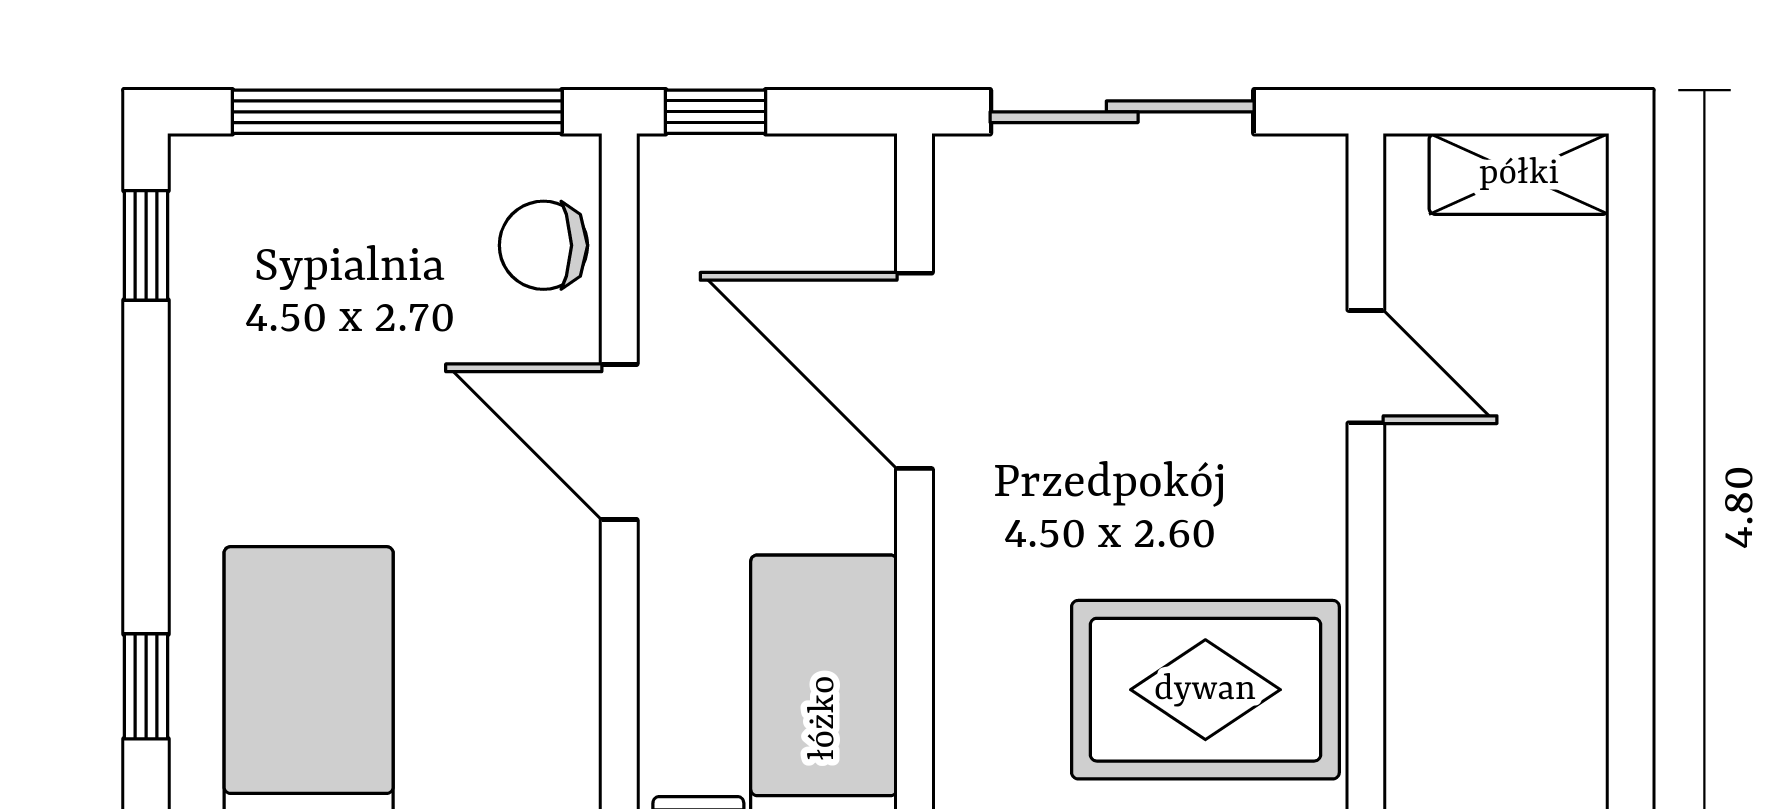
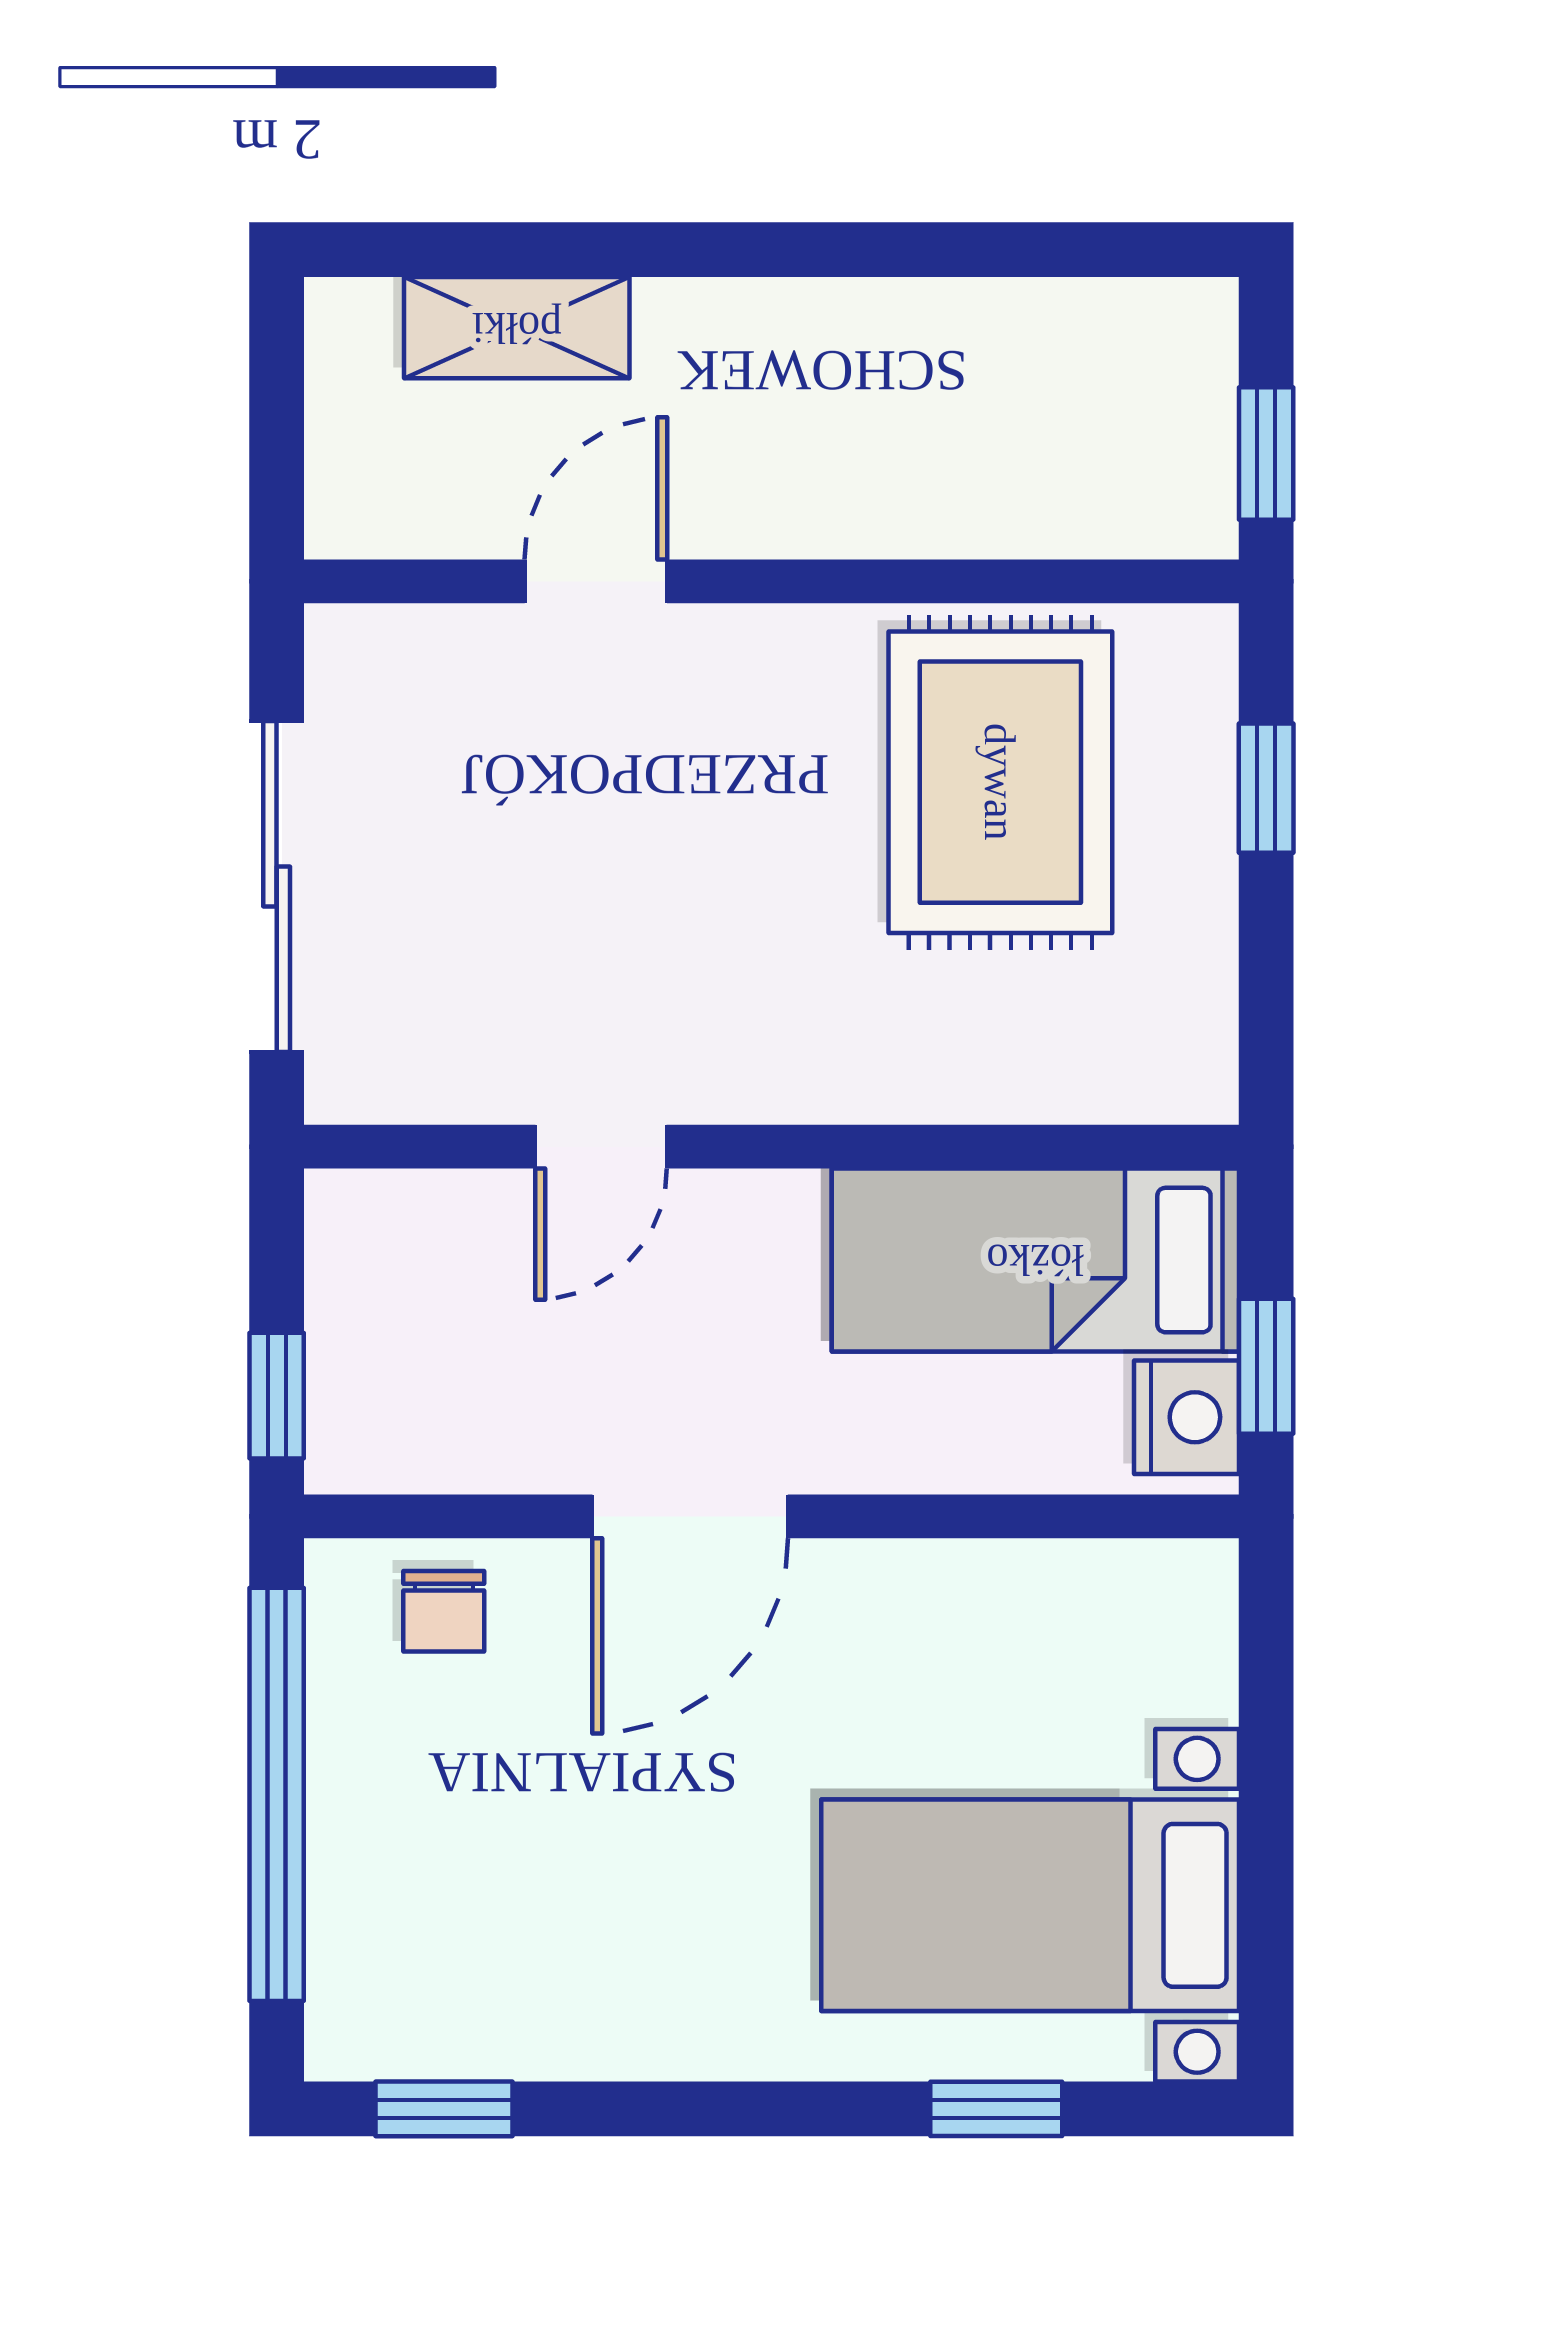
shelving: (1519, 174) -> (517, 328), moved, turned 90
chair: (543, 245) -> (444, 1611), width x0.73, depth x0.73
door: (914, 371) -> (601, 1147), width x0.53

